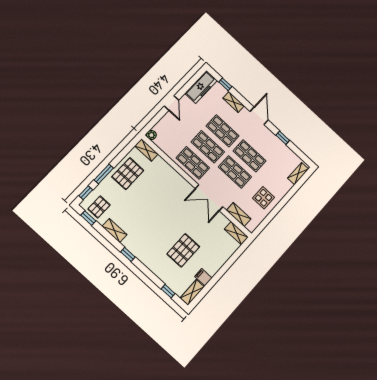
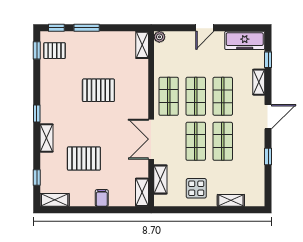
pallet: (128, 174) -> (98, 90), moved
shelving: (298, 174) -> (231, 200), moved
shelving: (114, 230) -> (47, 138), moved
filing cabinet: (203, 277) -> (102, 198), moved

